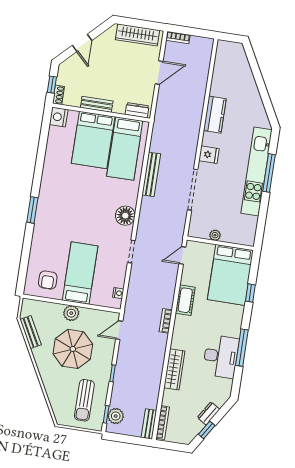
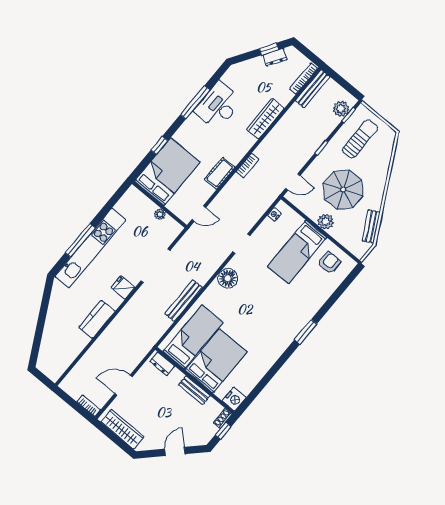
dresser: (209, 413) -> (275, 57), moved
bench: (149, 424) -> (313, 89), width x1.36

